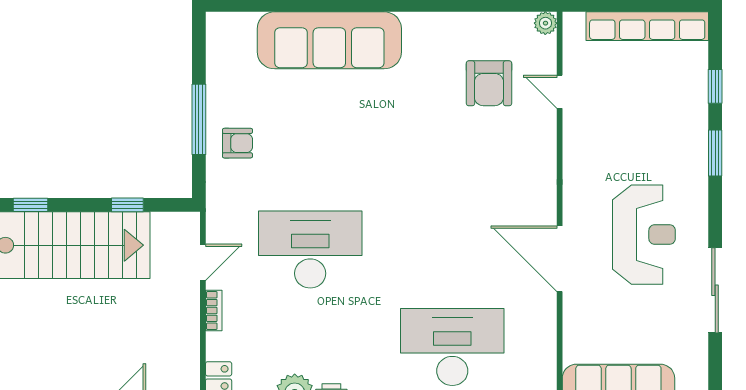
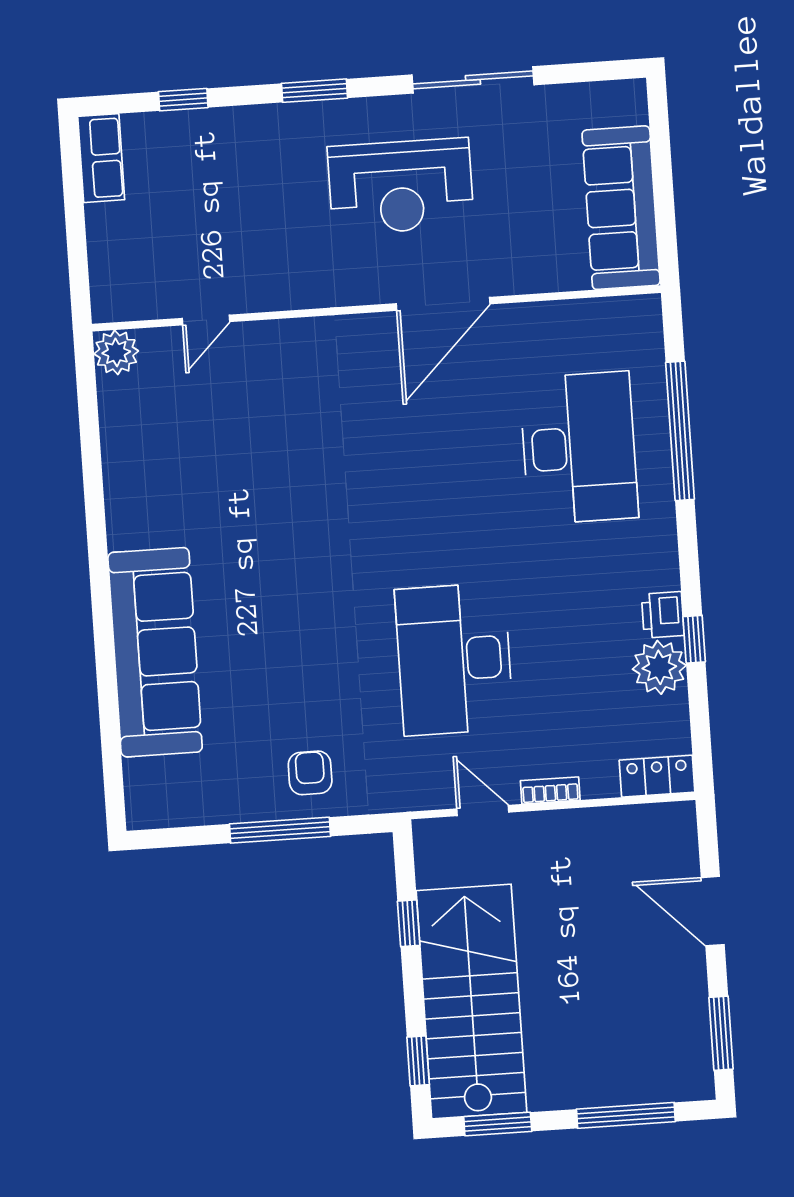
plant: (545, 23) -> (116, 352), width x1.38, depth x1.38
row of seats: (647, 26) -> (101, 158), width x0.50
armchair: (489, 83) -> (201, 421), removed
window: (715, 153) -> (314, 91), moved
reception desk: (644, 235) -> (401, 186), turned 180
desk: (452, 347) -> (579, 448), turned 180

